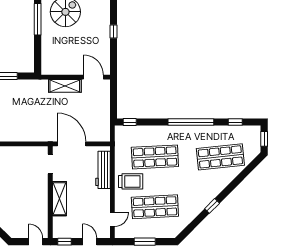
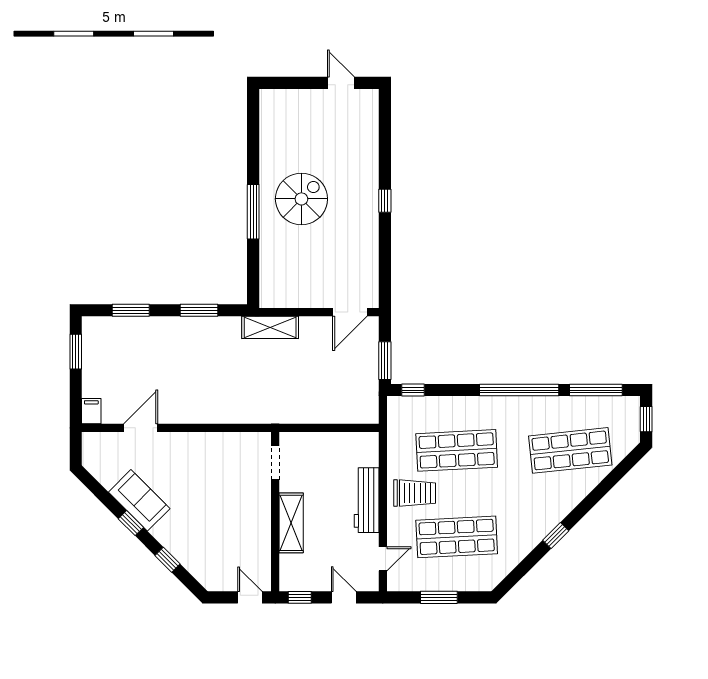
window: (114, 31) -> (385, 201), moved
door: (93, 77) -> (350, 312), swing flipped
shelving: (65, 86) -> (270, 327), moved
window: (114, 105) -> (385, 361), added
window: (235, 122) -> (596, 390), width x2.17
door: (72, 144) -> (312, 428), removed
workbench: (103, 170) -> (367, 500), moved

